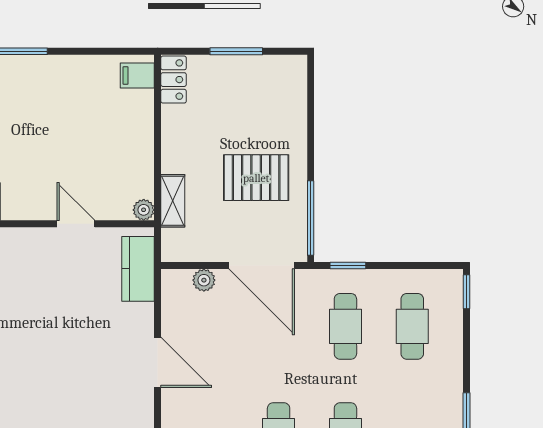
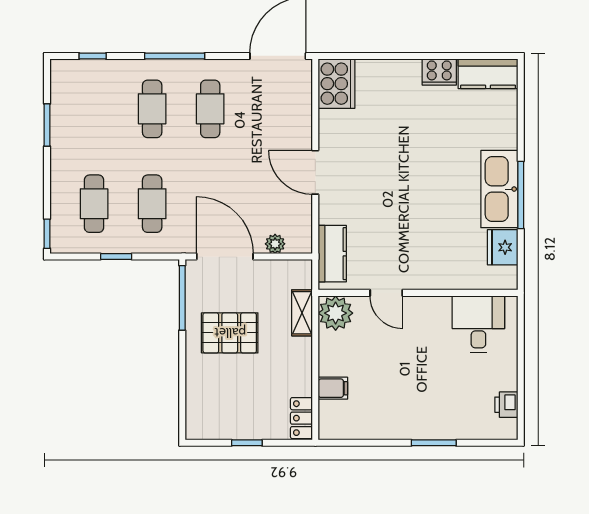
window: (236, 51) -> (247, 443), width x0.67
filing cabinet: (137, 76) -> (333, 388), moved
plant: (144, 210) -> (336, 313), width x1.88, depth x1.88
window: (348, 266) -> (116, 257), moved

